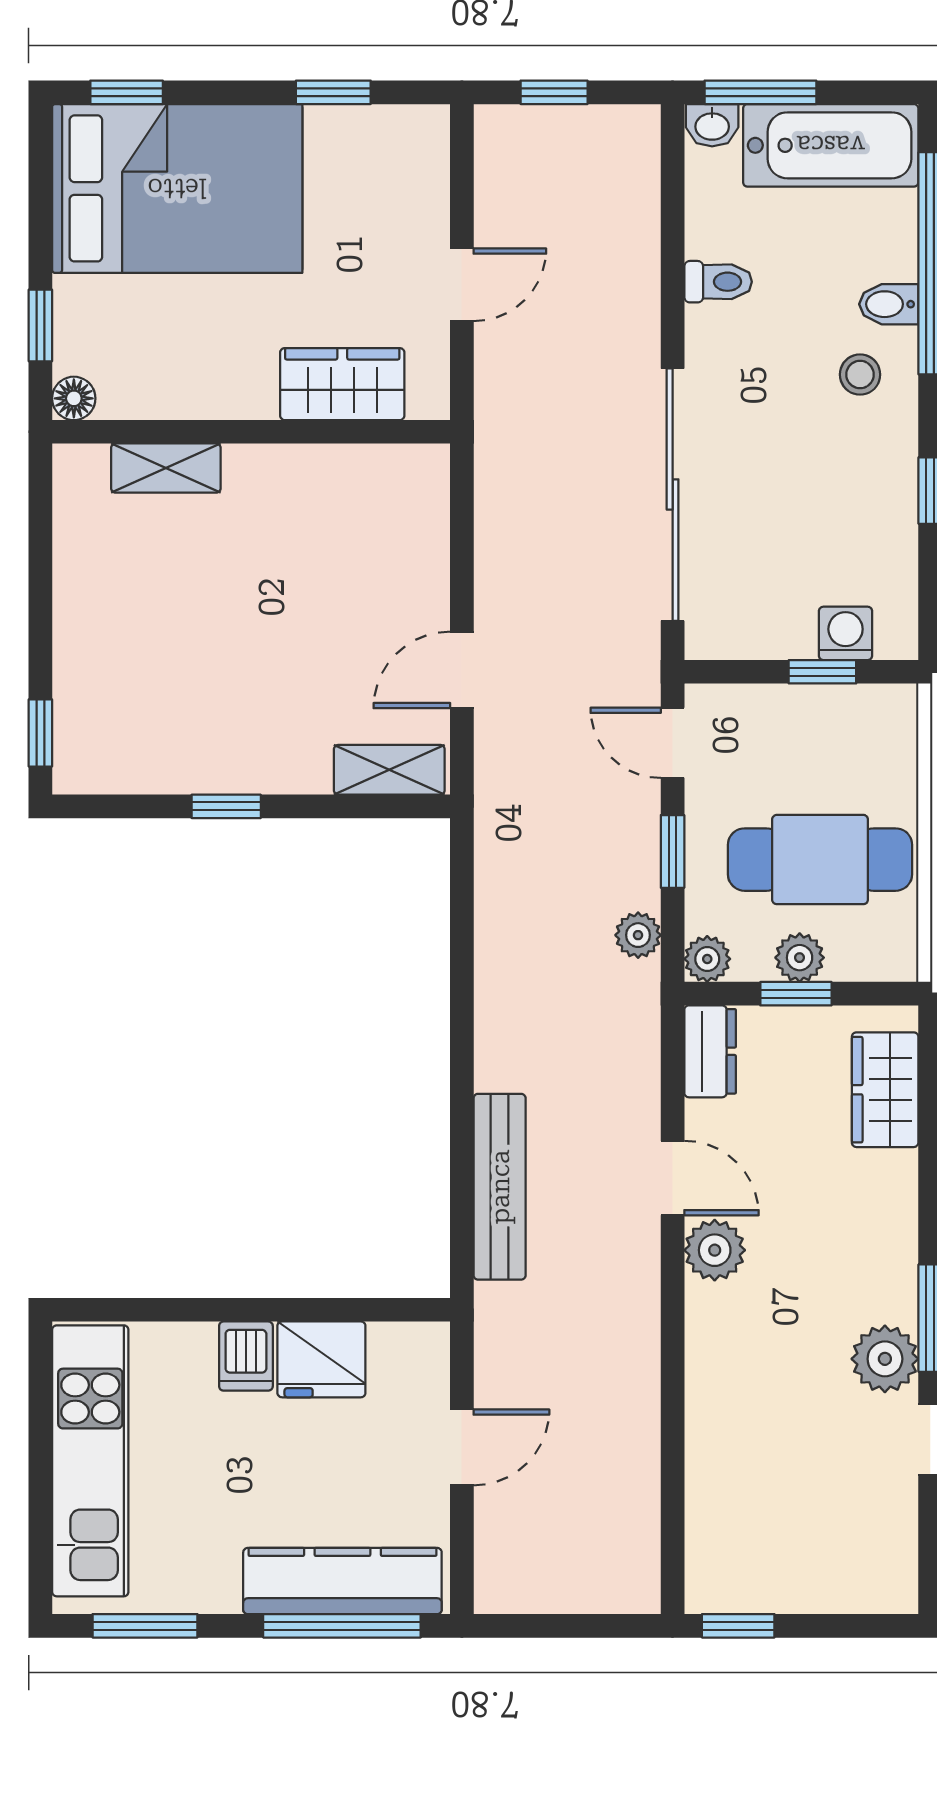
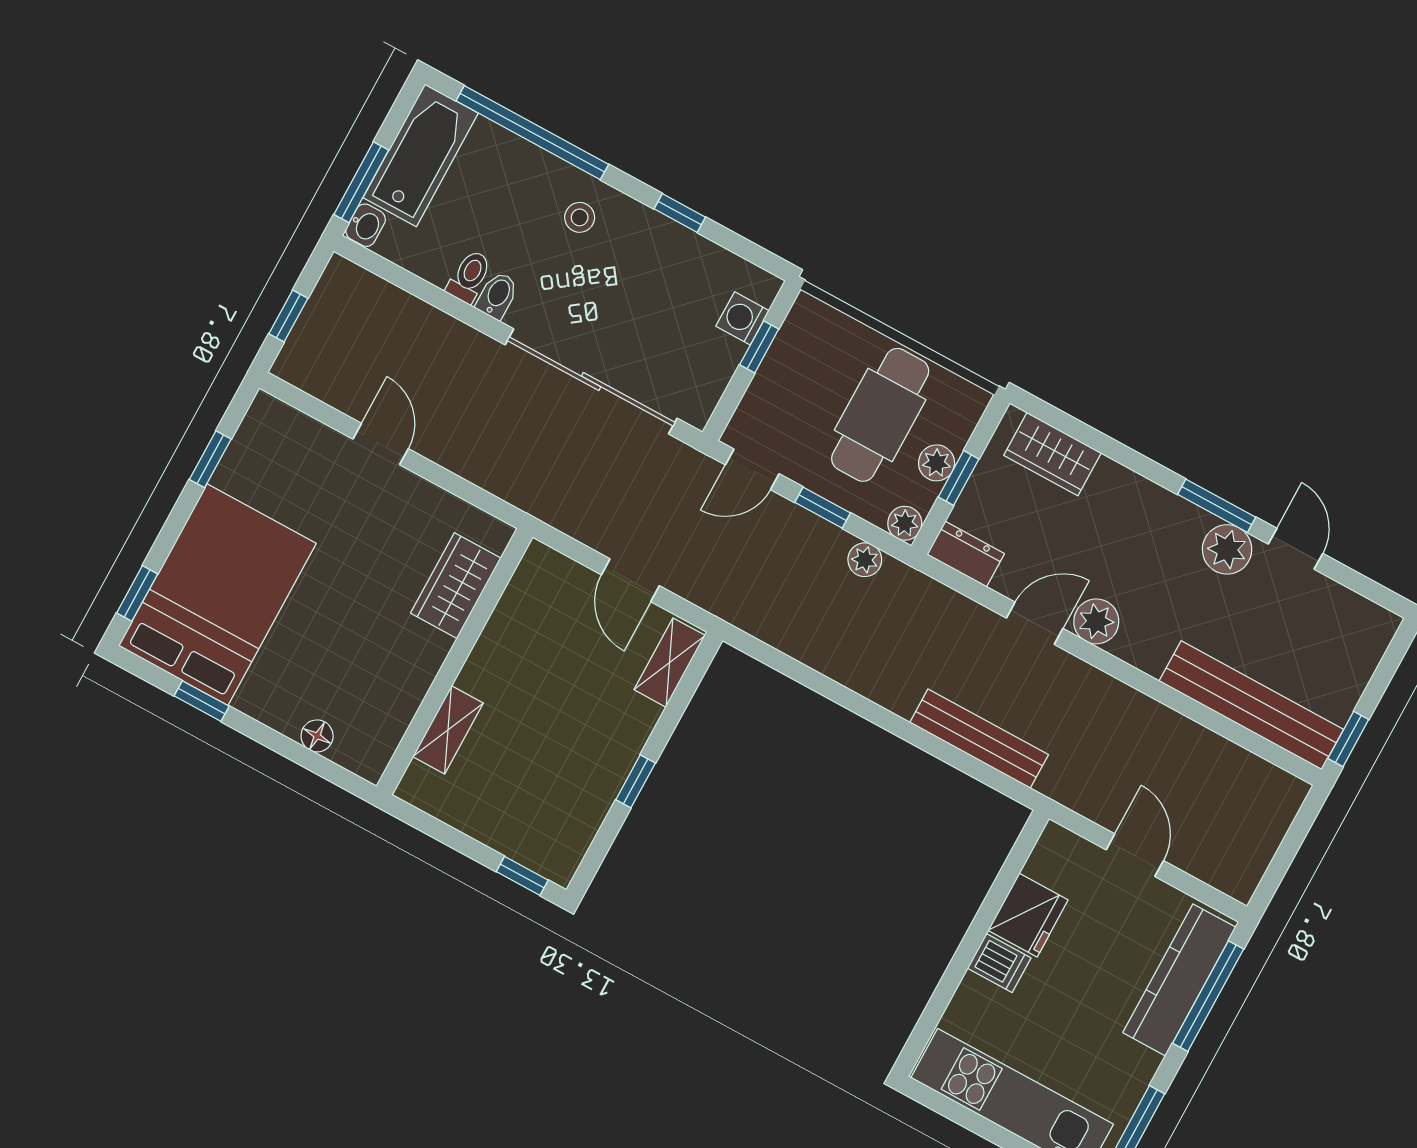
bidet: (889, 304) -> (497, 296), moved, turned 180
window: (40, 325) -> (202, 701), moved
wardrobe: (342, 384) -> (456, 586), moved
wall: (251, 432) -> (455, 662), moved
shelving: (166, 468) -> (448, 730), moved
bench: (715, 1489) -> (1251, 705), added

